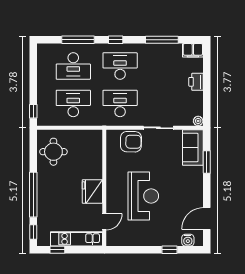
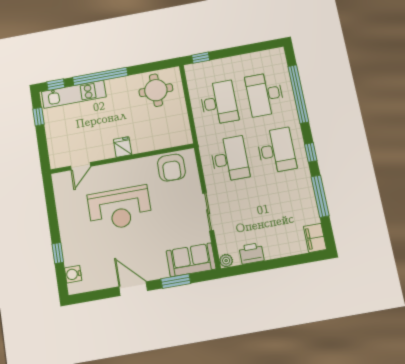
window: (78, 40) -> (298, 94), width x1.46
window: (116, 40) -> (311, 152), moved
printer: (196, 82) -> (251, 253), moved
armchair: (131, 142) -> (171, 168), moved
fridge: (92, 192) -> (123, 147), width x0.53, depth x0.75
door: (207, 219) -> (133, 289), moved
door: (104, 222) -> (81, 166), hinge flipped
kitchen unit: (77, 239) -> (74, 94), moved, turned 90

